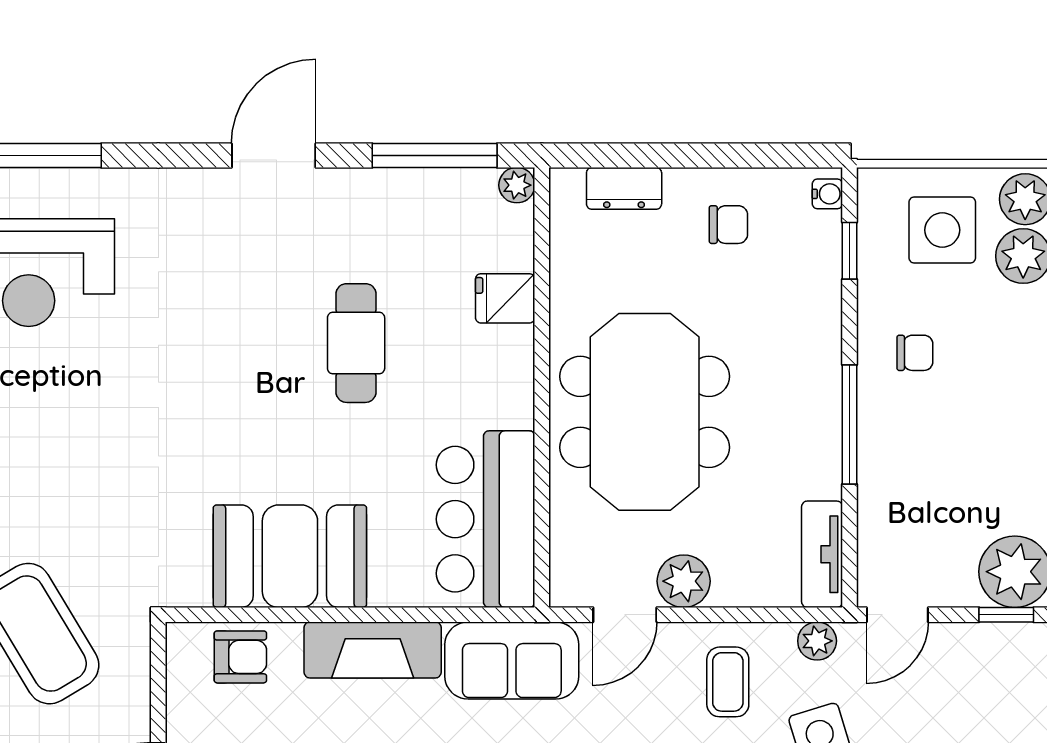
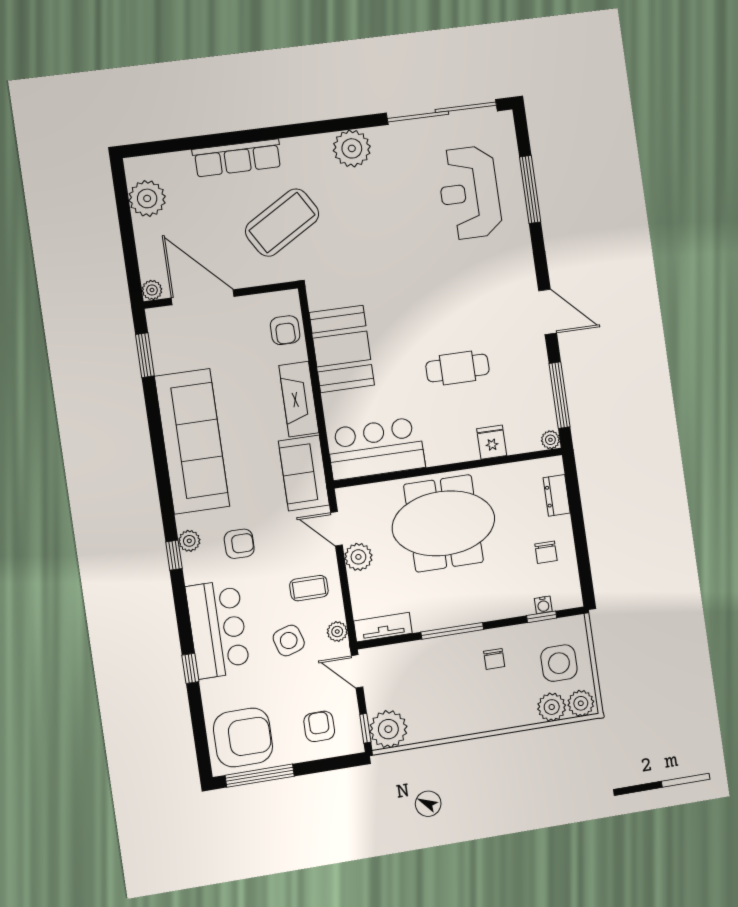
water cooler: (827, 194) -> (543, 605), moved
armchair: (989, 700) -> (319, 726), added

